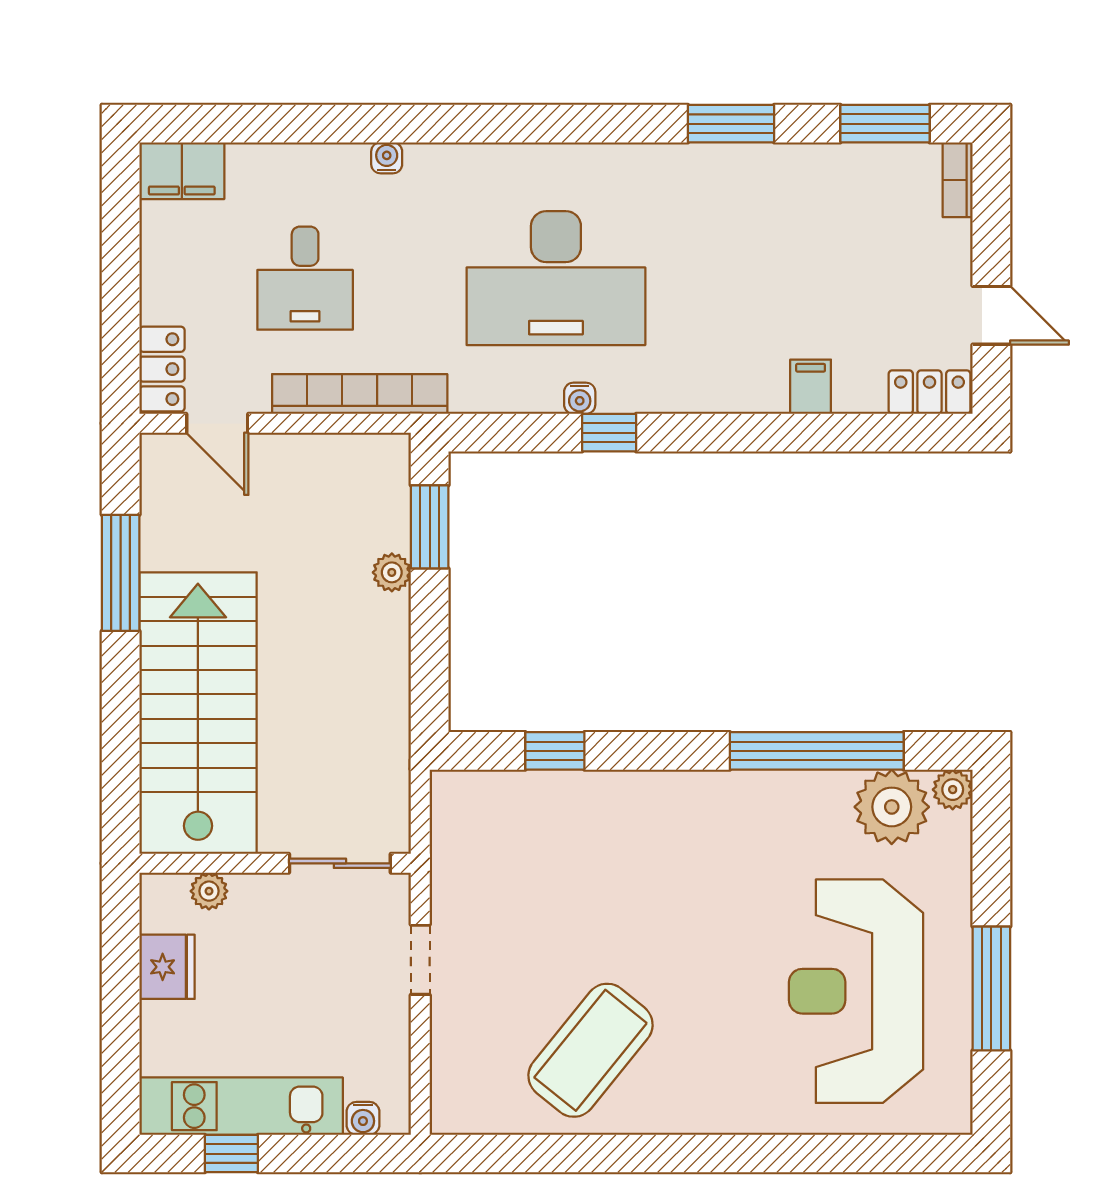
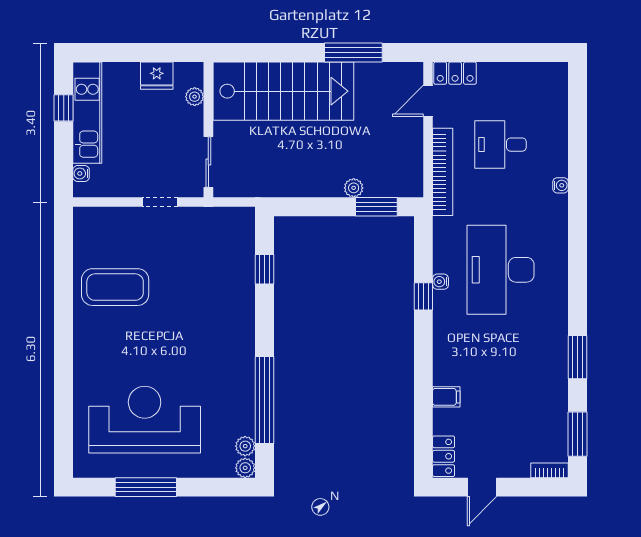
filing cabinet: (182, 171) -> (554, 83), removed
plant: (892, 807) -> (245, 446), width x0.53, depth x0.53
coffee table: (591, 1050) -> (115, 287), turned -39

